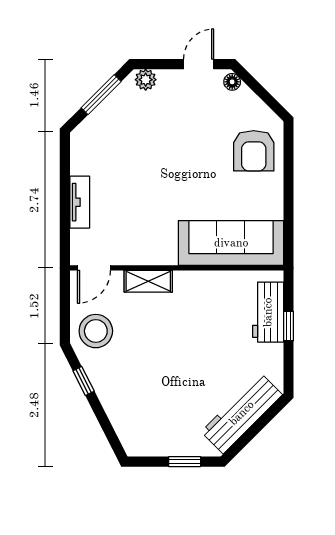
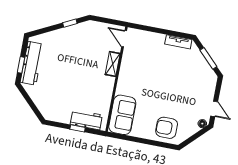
plant: (146, 80) -> (211, 82), removed
tv unit: (80, 202) -> (178, 42), moved
sofa: (231, 243) -> (122, 115), width x0.73
stool: (96, 331) -> (93, 34), removed
workbench: (242, 413) -> (32, 63), moved, turned 45

